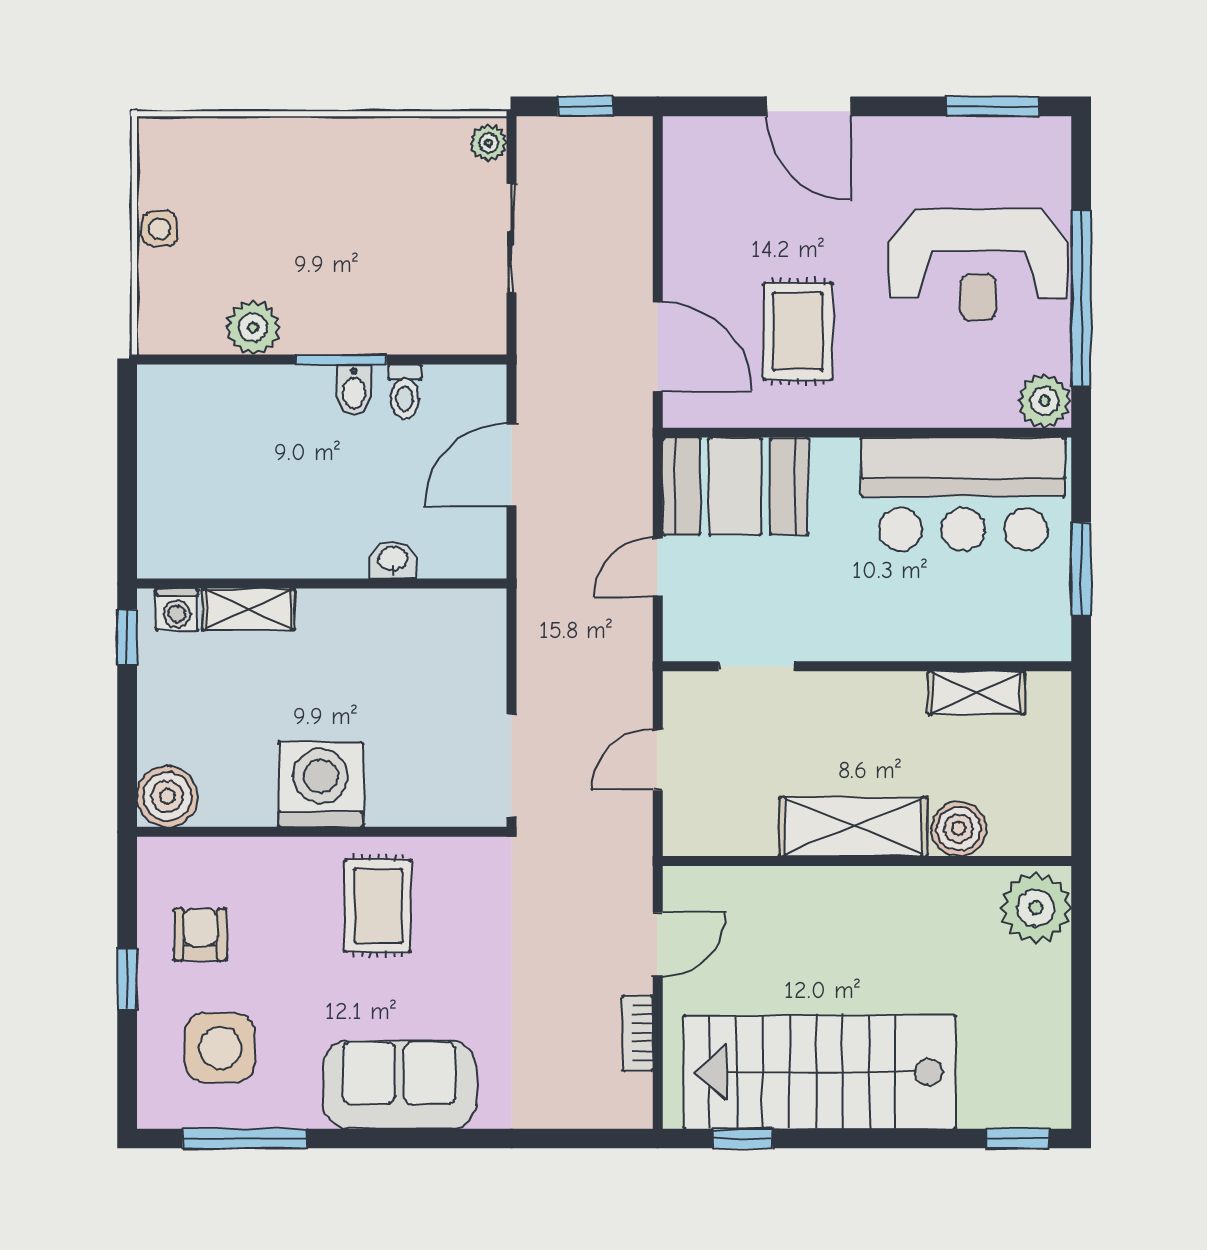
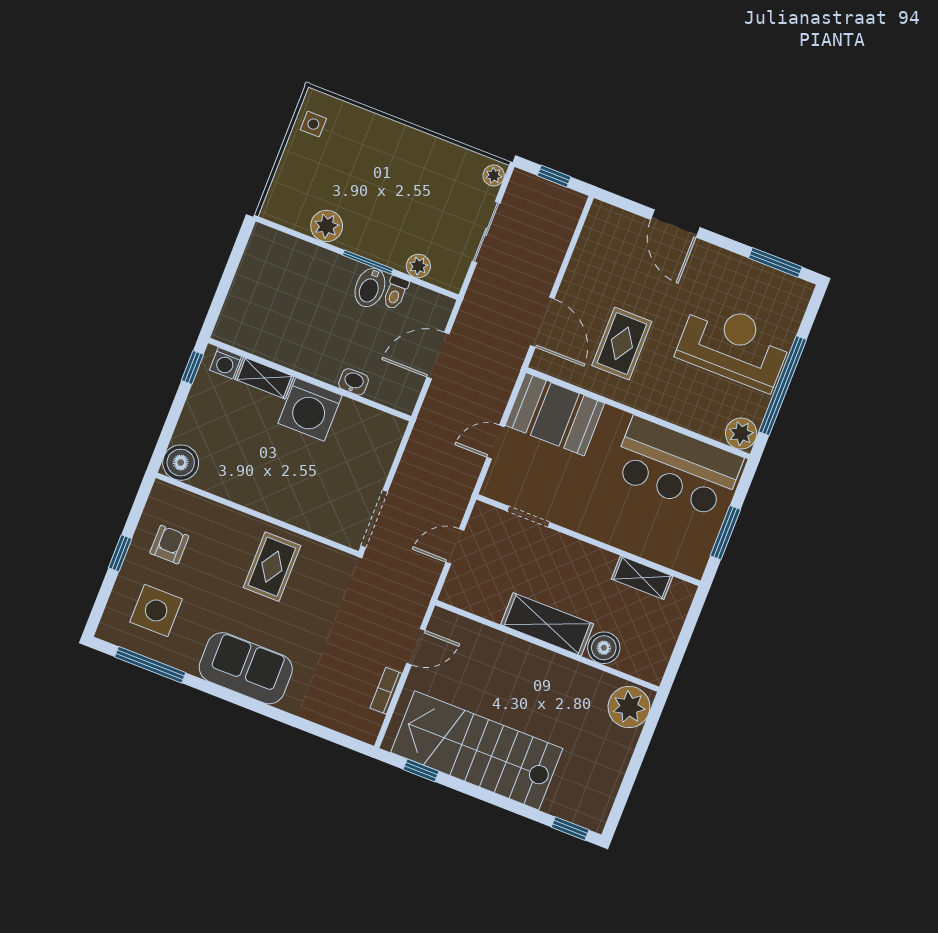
side table: (160, 229) -> (313, 124), moved
reception desk: (978, 265) -> (734, 345), turned 180
plant: (425, 334) -> (418, 266), added
bidet: (354, 390) -> (370, 287), width x1.38, depth x1.36
washing machine: (321, 784) -> (310, 409), moved, turned 180

